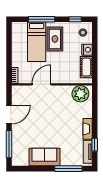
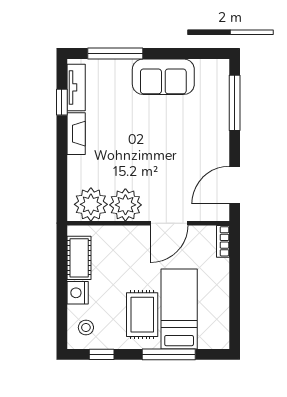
plant: (63, 93) -> (125, 205), added
door: (9, 114) -> (235, 185), moved

